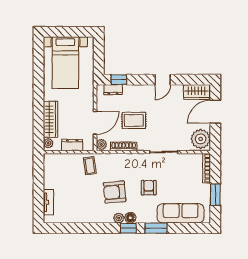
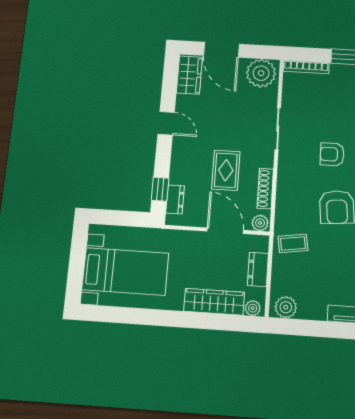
plant: (50, 163) -> (286, 307), added

